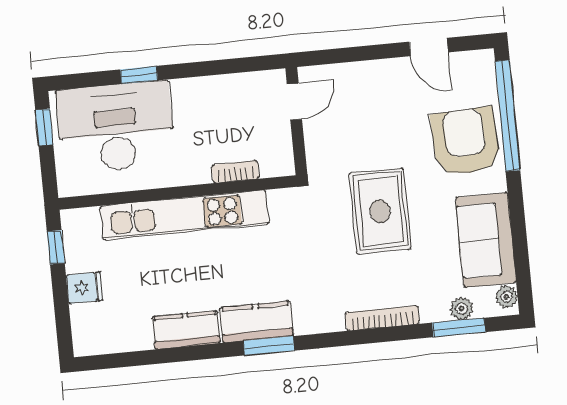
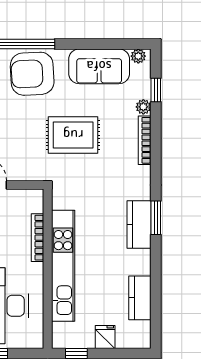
bookcase: (235, 172) -> (38, 238), width x1.56
plant: (461, 309) -> (143, 107), moved
window: (459, 327) -> (156, 90), width x0.67
kitchen counter: (186, 330) -> (140, 298), moved

